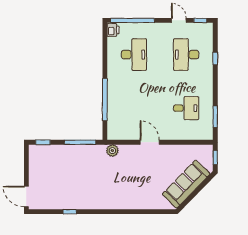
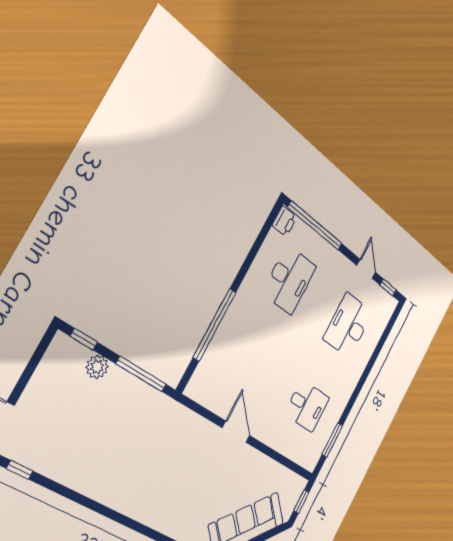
window: (215, 58) -> (375, 354), removed
plant: (112, 151) -> (97, 367), moved
window: (70, 212) -> (20, 470), moved

